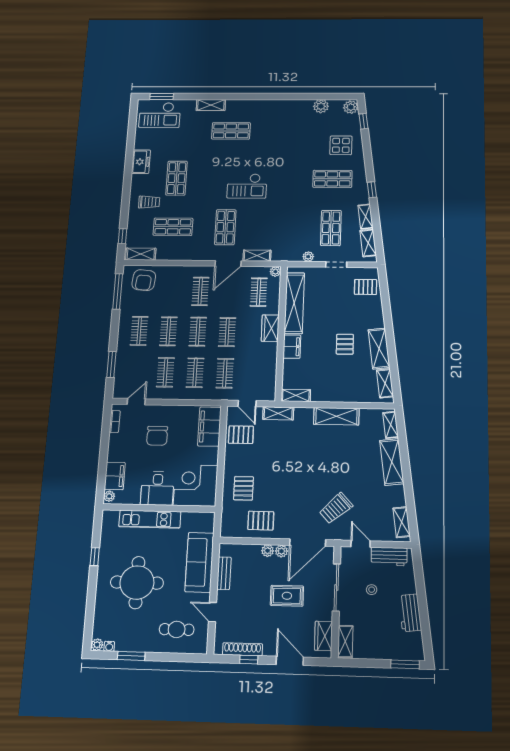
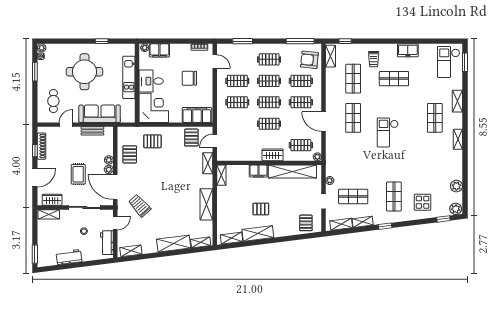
shop shelf: (225, 227) -> (353, 118), turned 90
shelving: (257, 256) -> (458, 139), moved
clothes rail: (225, 373) -> (301, 81), moved

